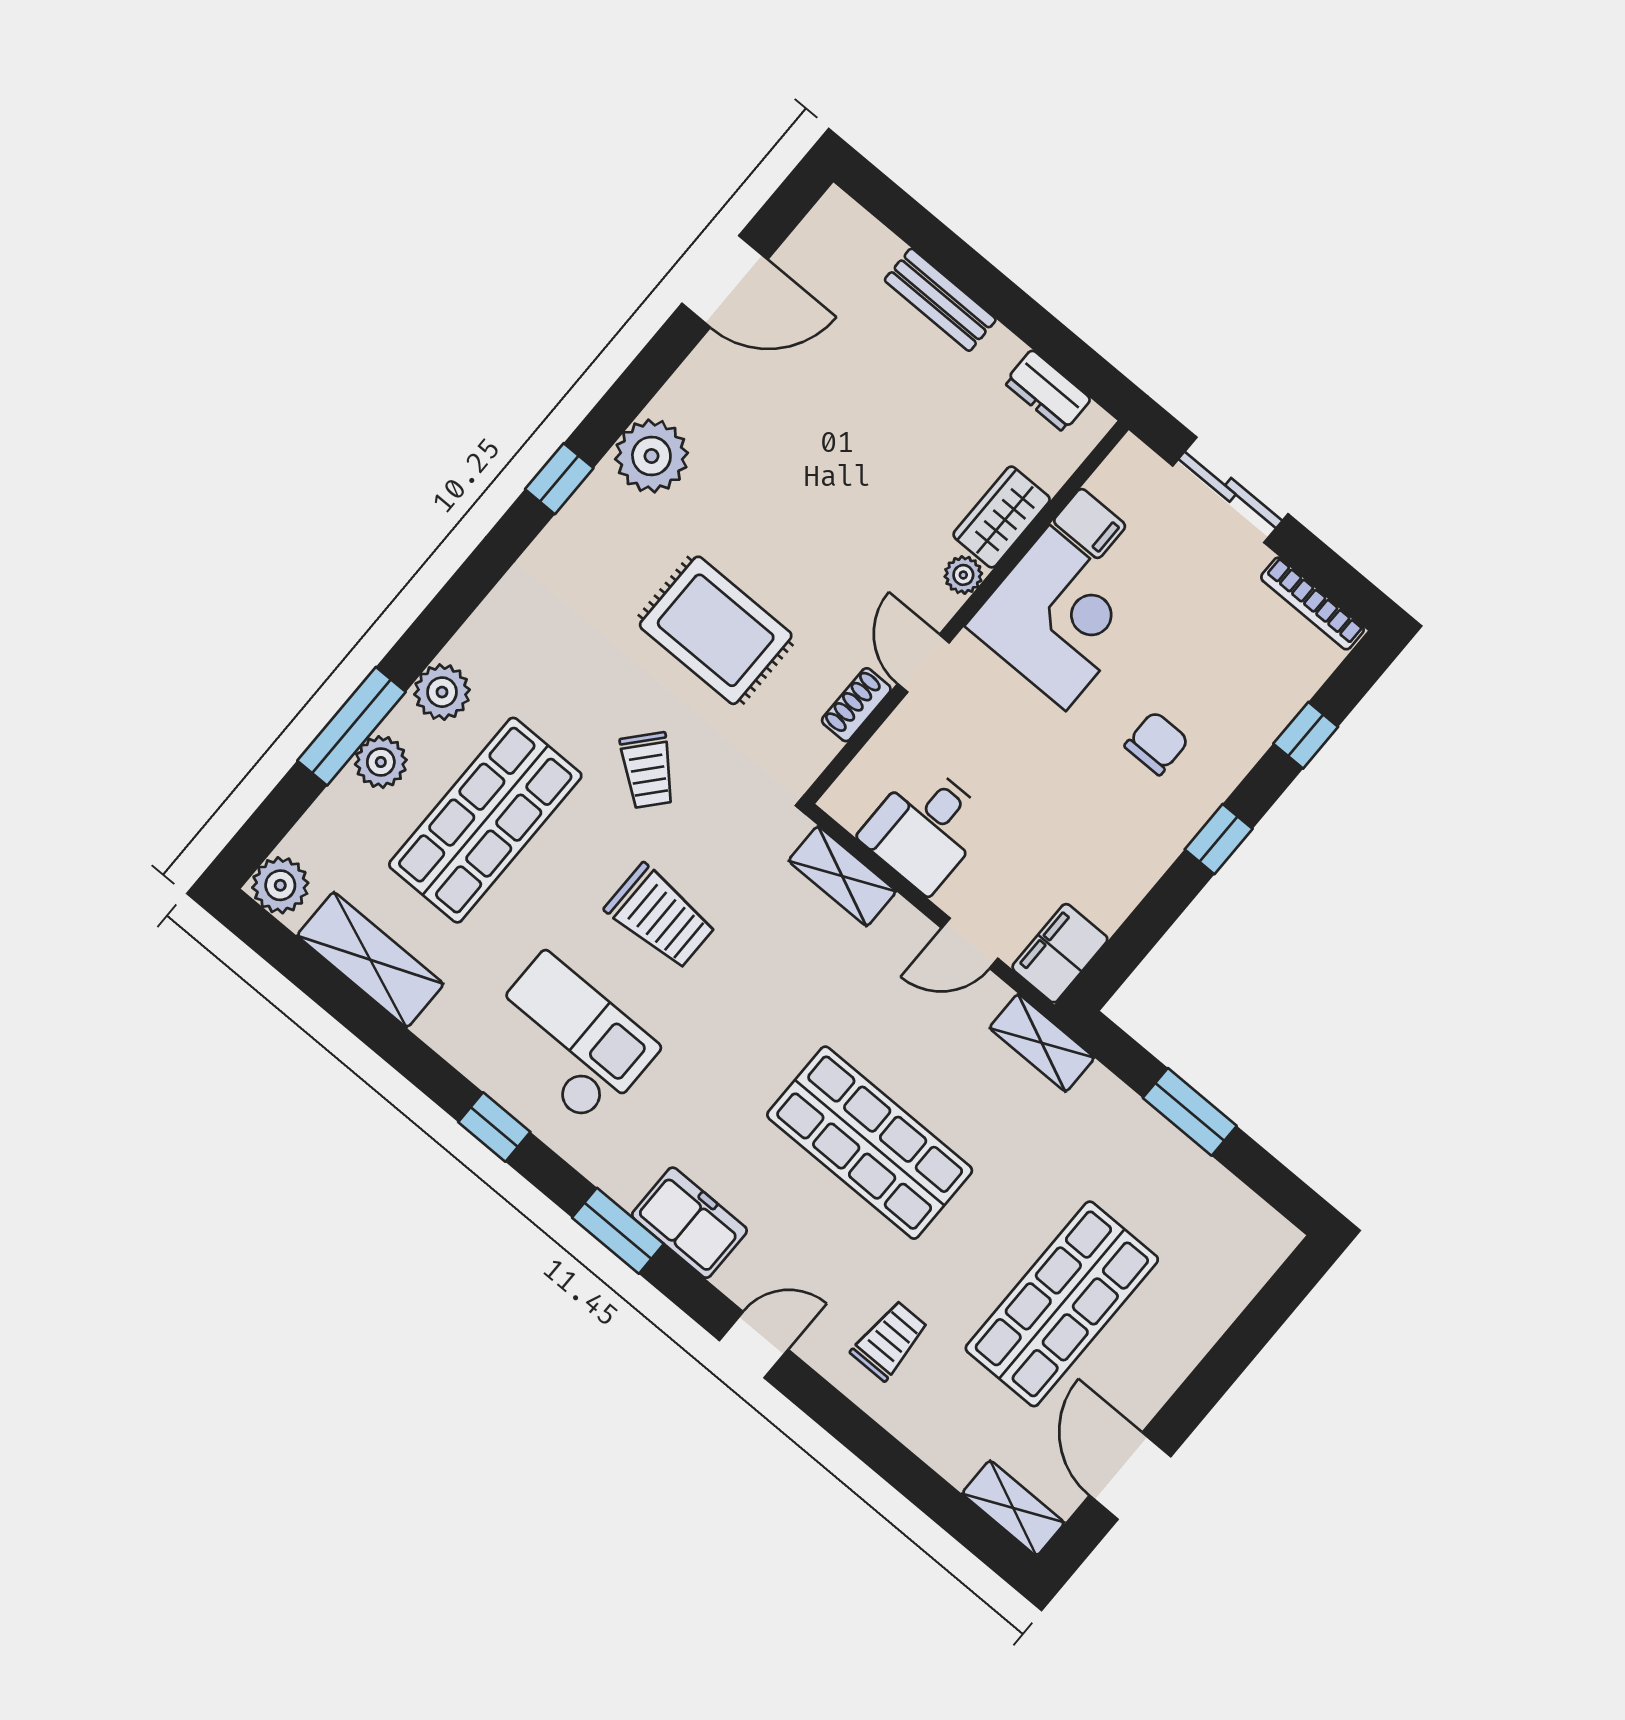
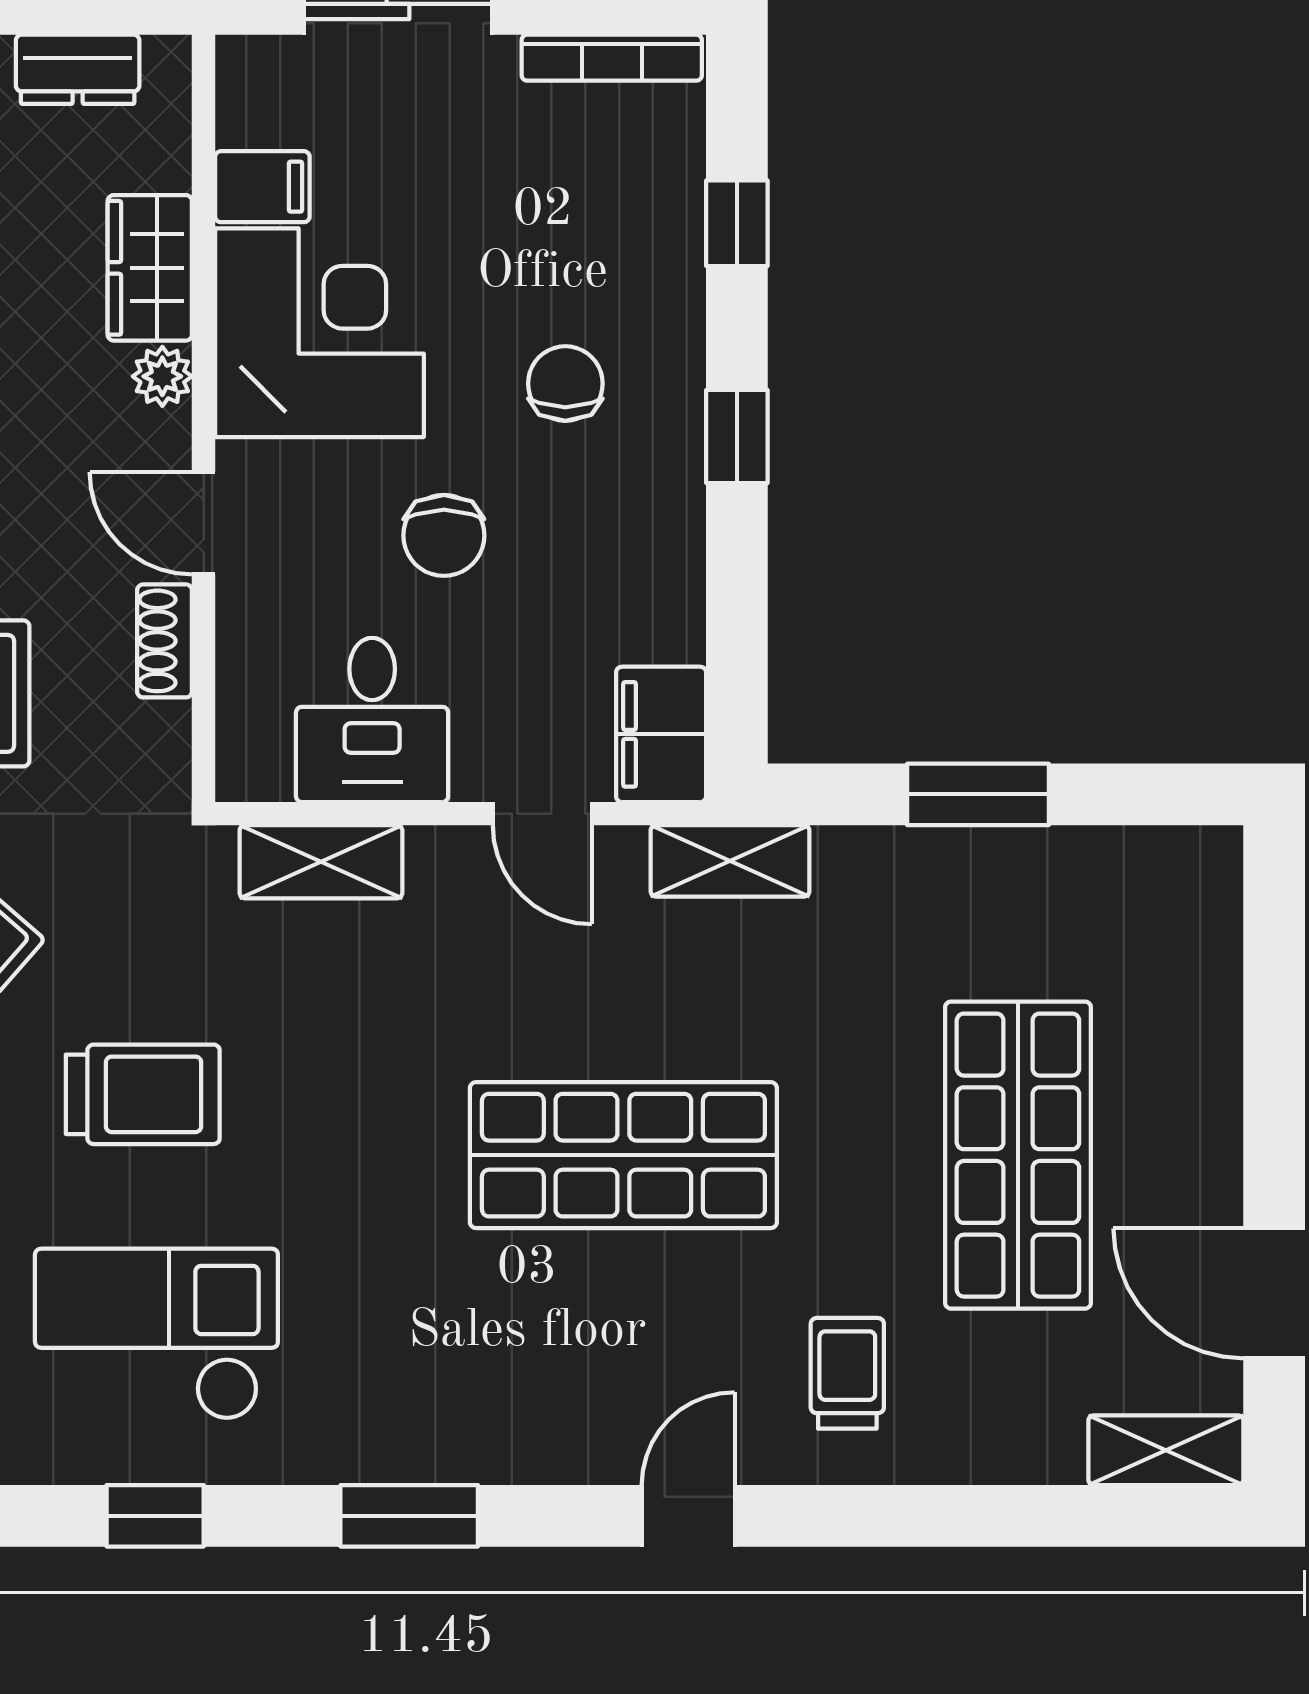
chair: (1035, 767) -> (444, 535), added
door: (970, 943) -> (542, 814), hinge flipped
freezer: (689, 1223) -> (487, 1434), removed

